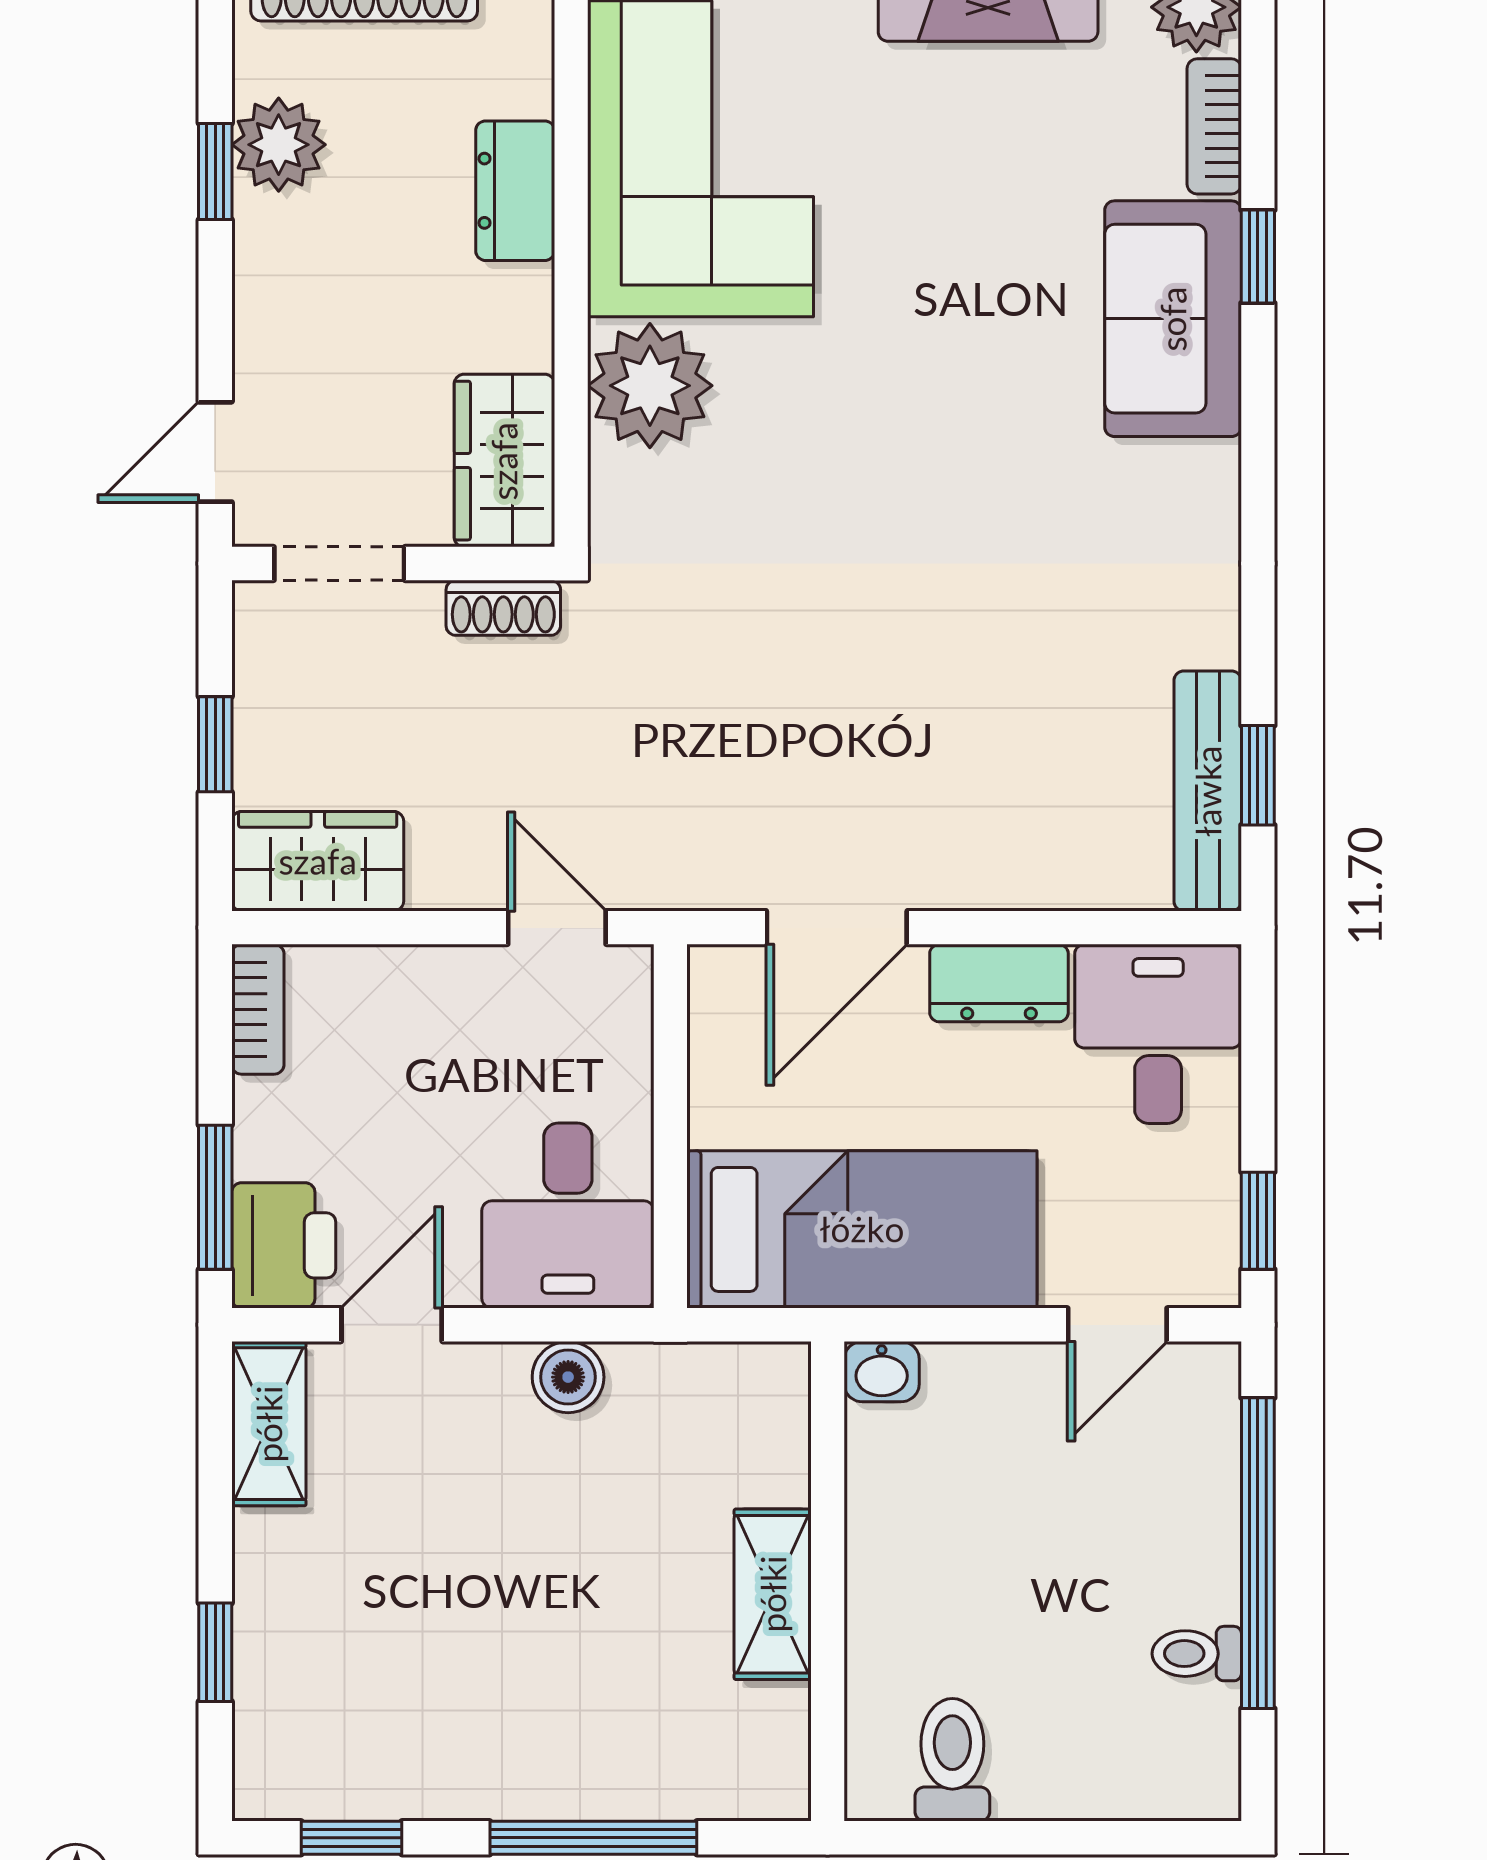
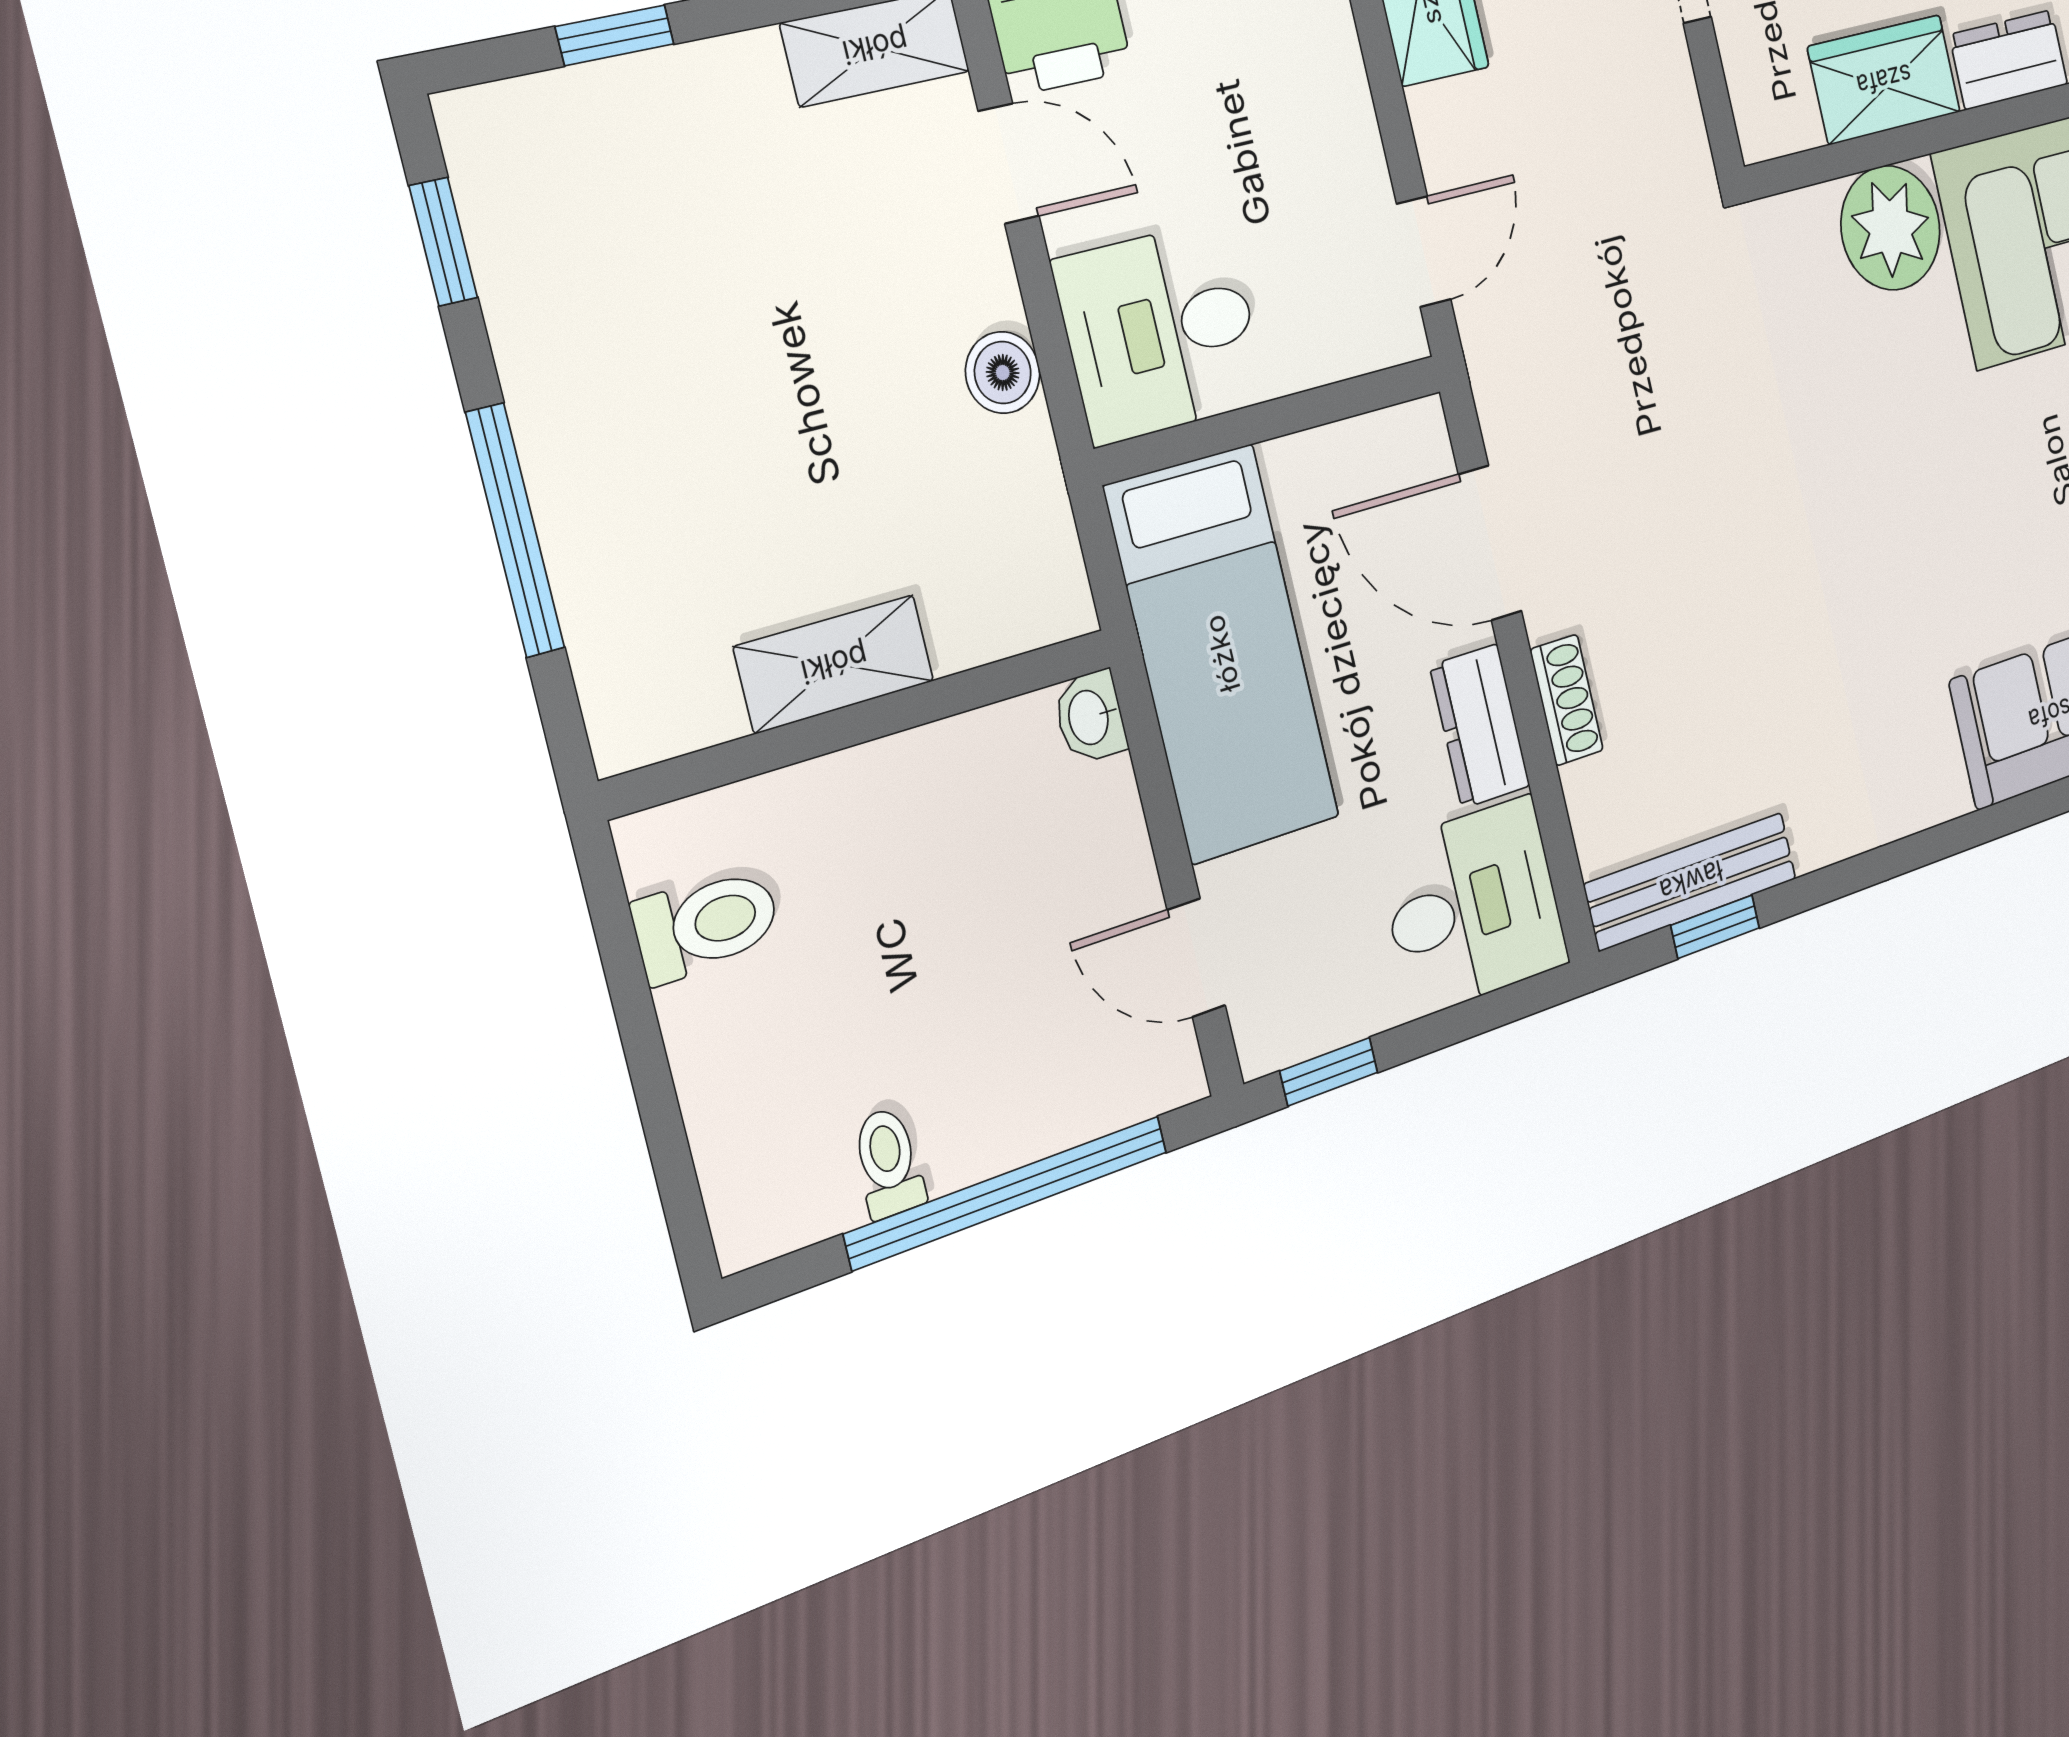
wardrobe: (504, 461) -> (1884, 80), moved
shoe rack: (503, 608) -> (1567, 700), moved, turned 180

